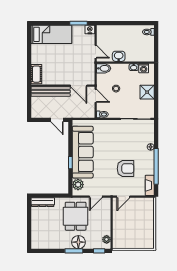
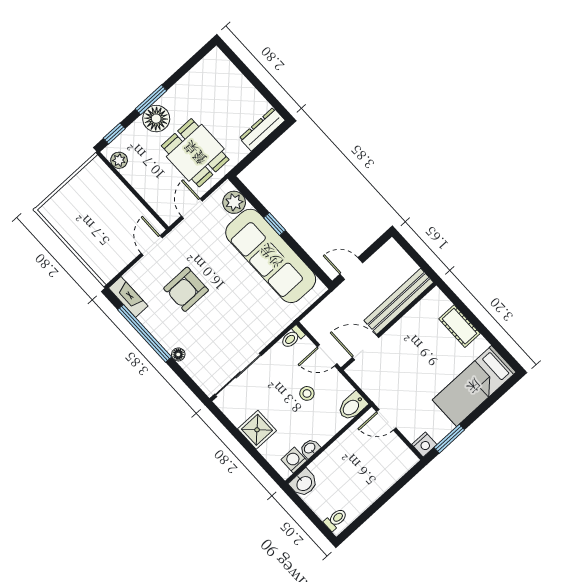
washbasin: (119, 56) -> (304, 483), moved
cot: (36, 74) -> (459, 326), moved

